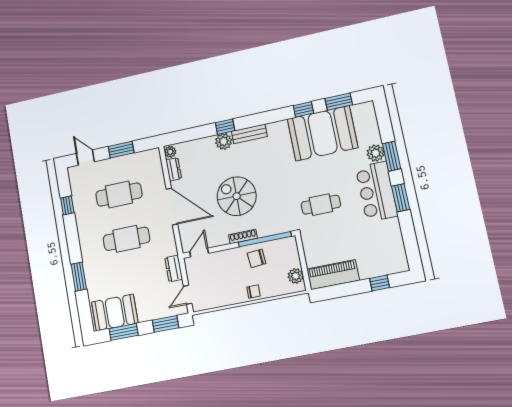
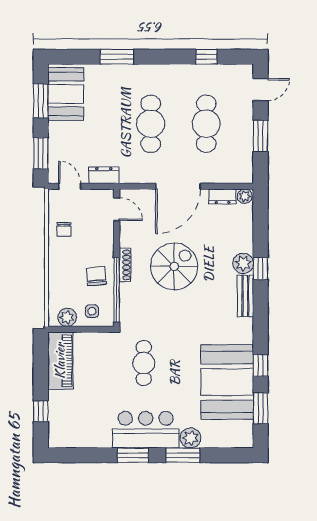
side table: (286, 256) -> (92, 311), added
chair: (253, 292) -> (64, 229), moved

